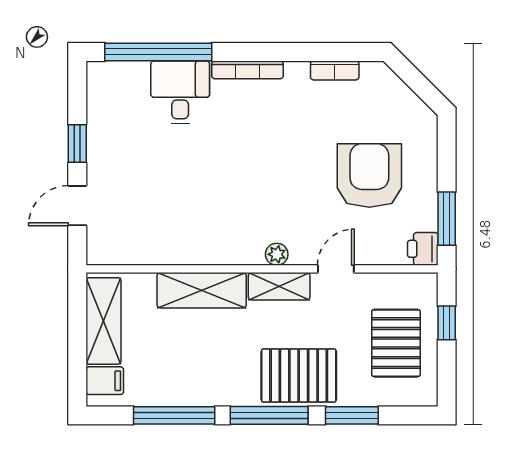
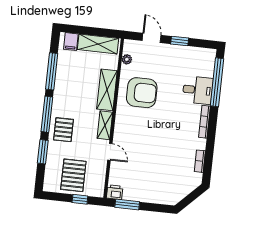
armchair: (369, 175) -> (142, 93), moved
plant: (277, 254) -> (127, 59), moved
pallet: (396, 343) -> (73, 175), turned 90
pallet: (299, 376) -> (63, 130), width x0.67, depth x0.71

